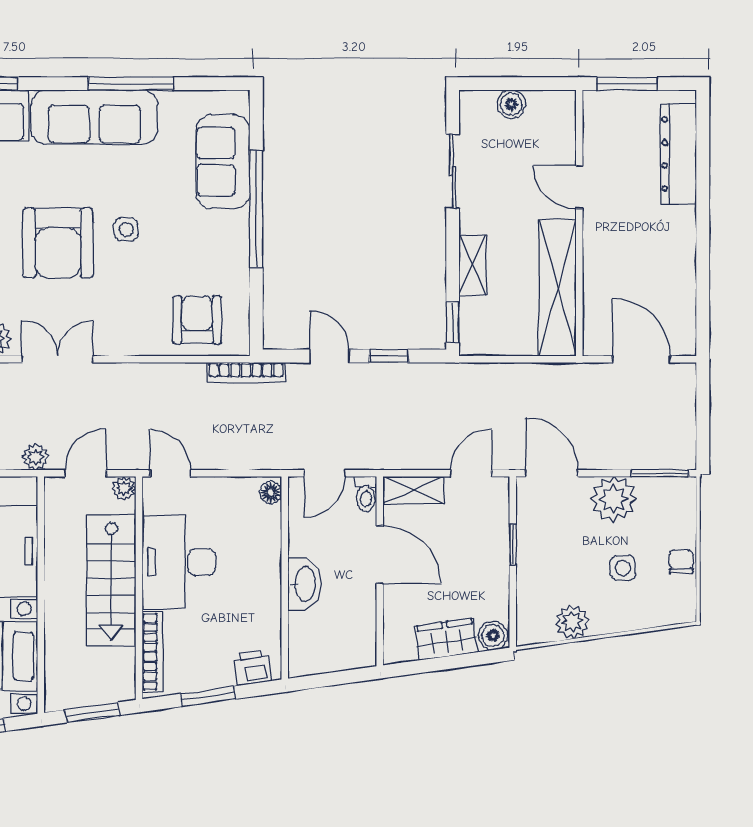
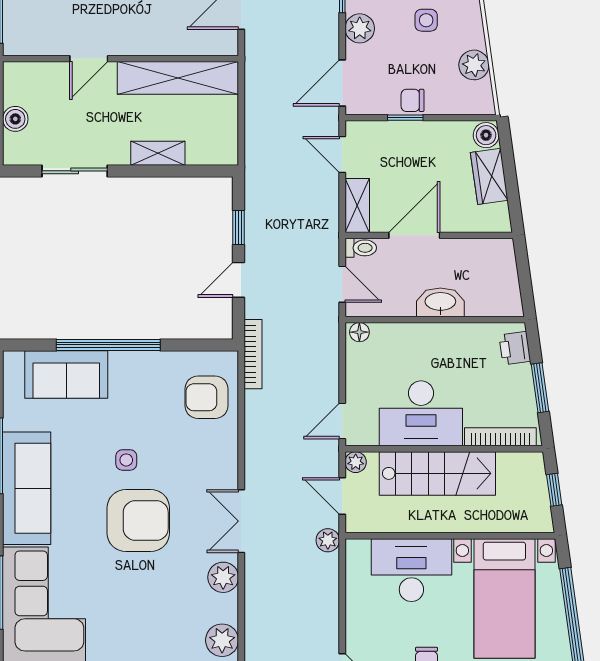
window: (453, 322) -> (209, 171), removed
plant: (613, 499) -> (360, 28), width x0.73, depth x0.73
chair: (532, 553) -> (413, 100), added
window: (93, 712) -> (554, 490), width x0.67

